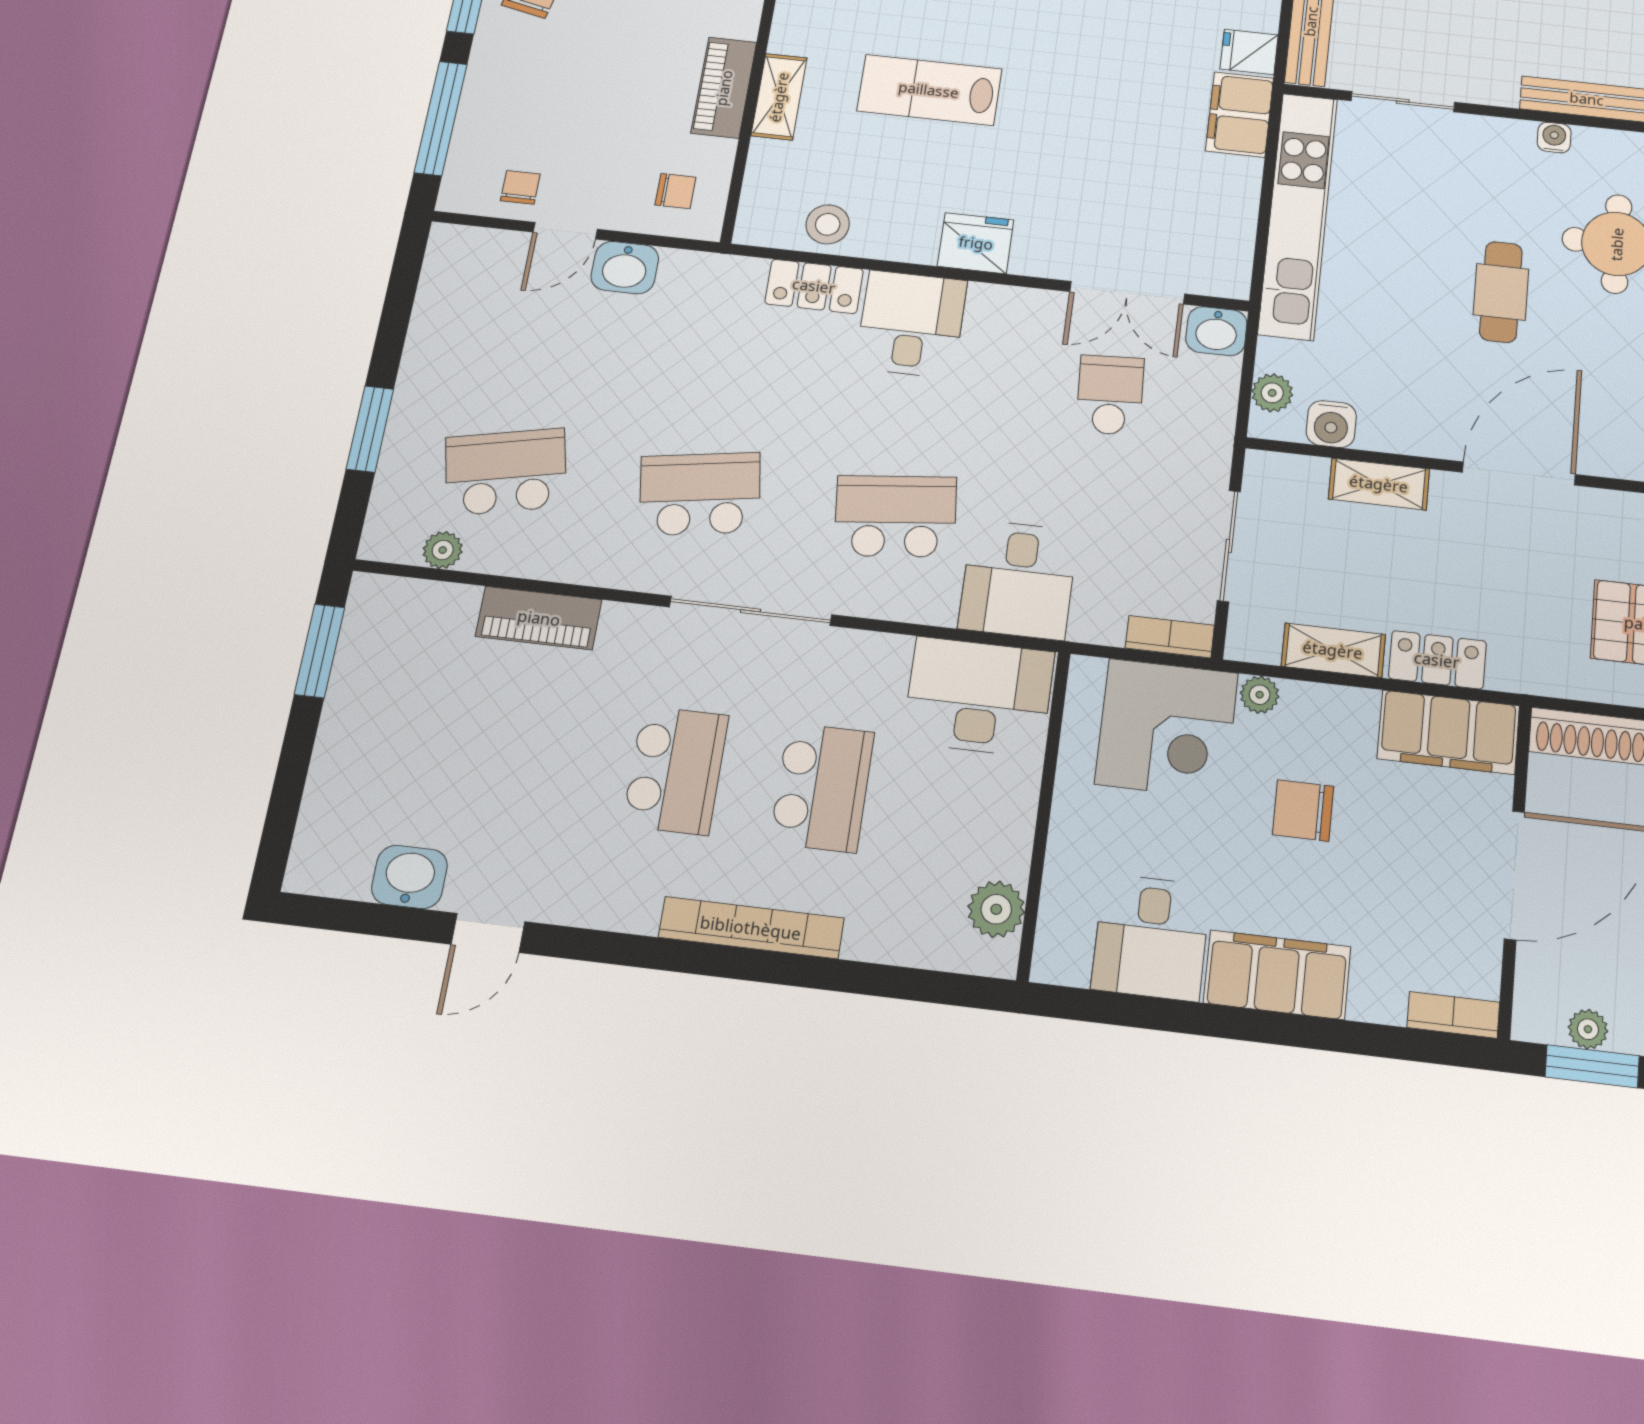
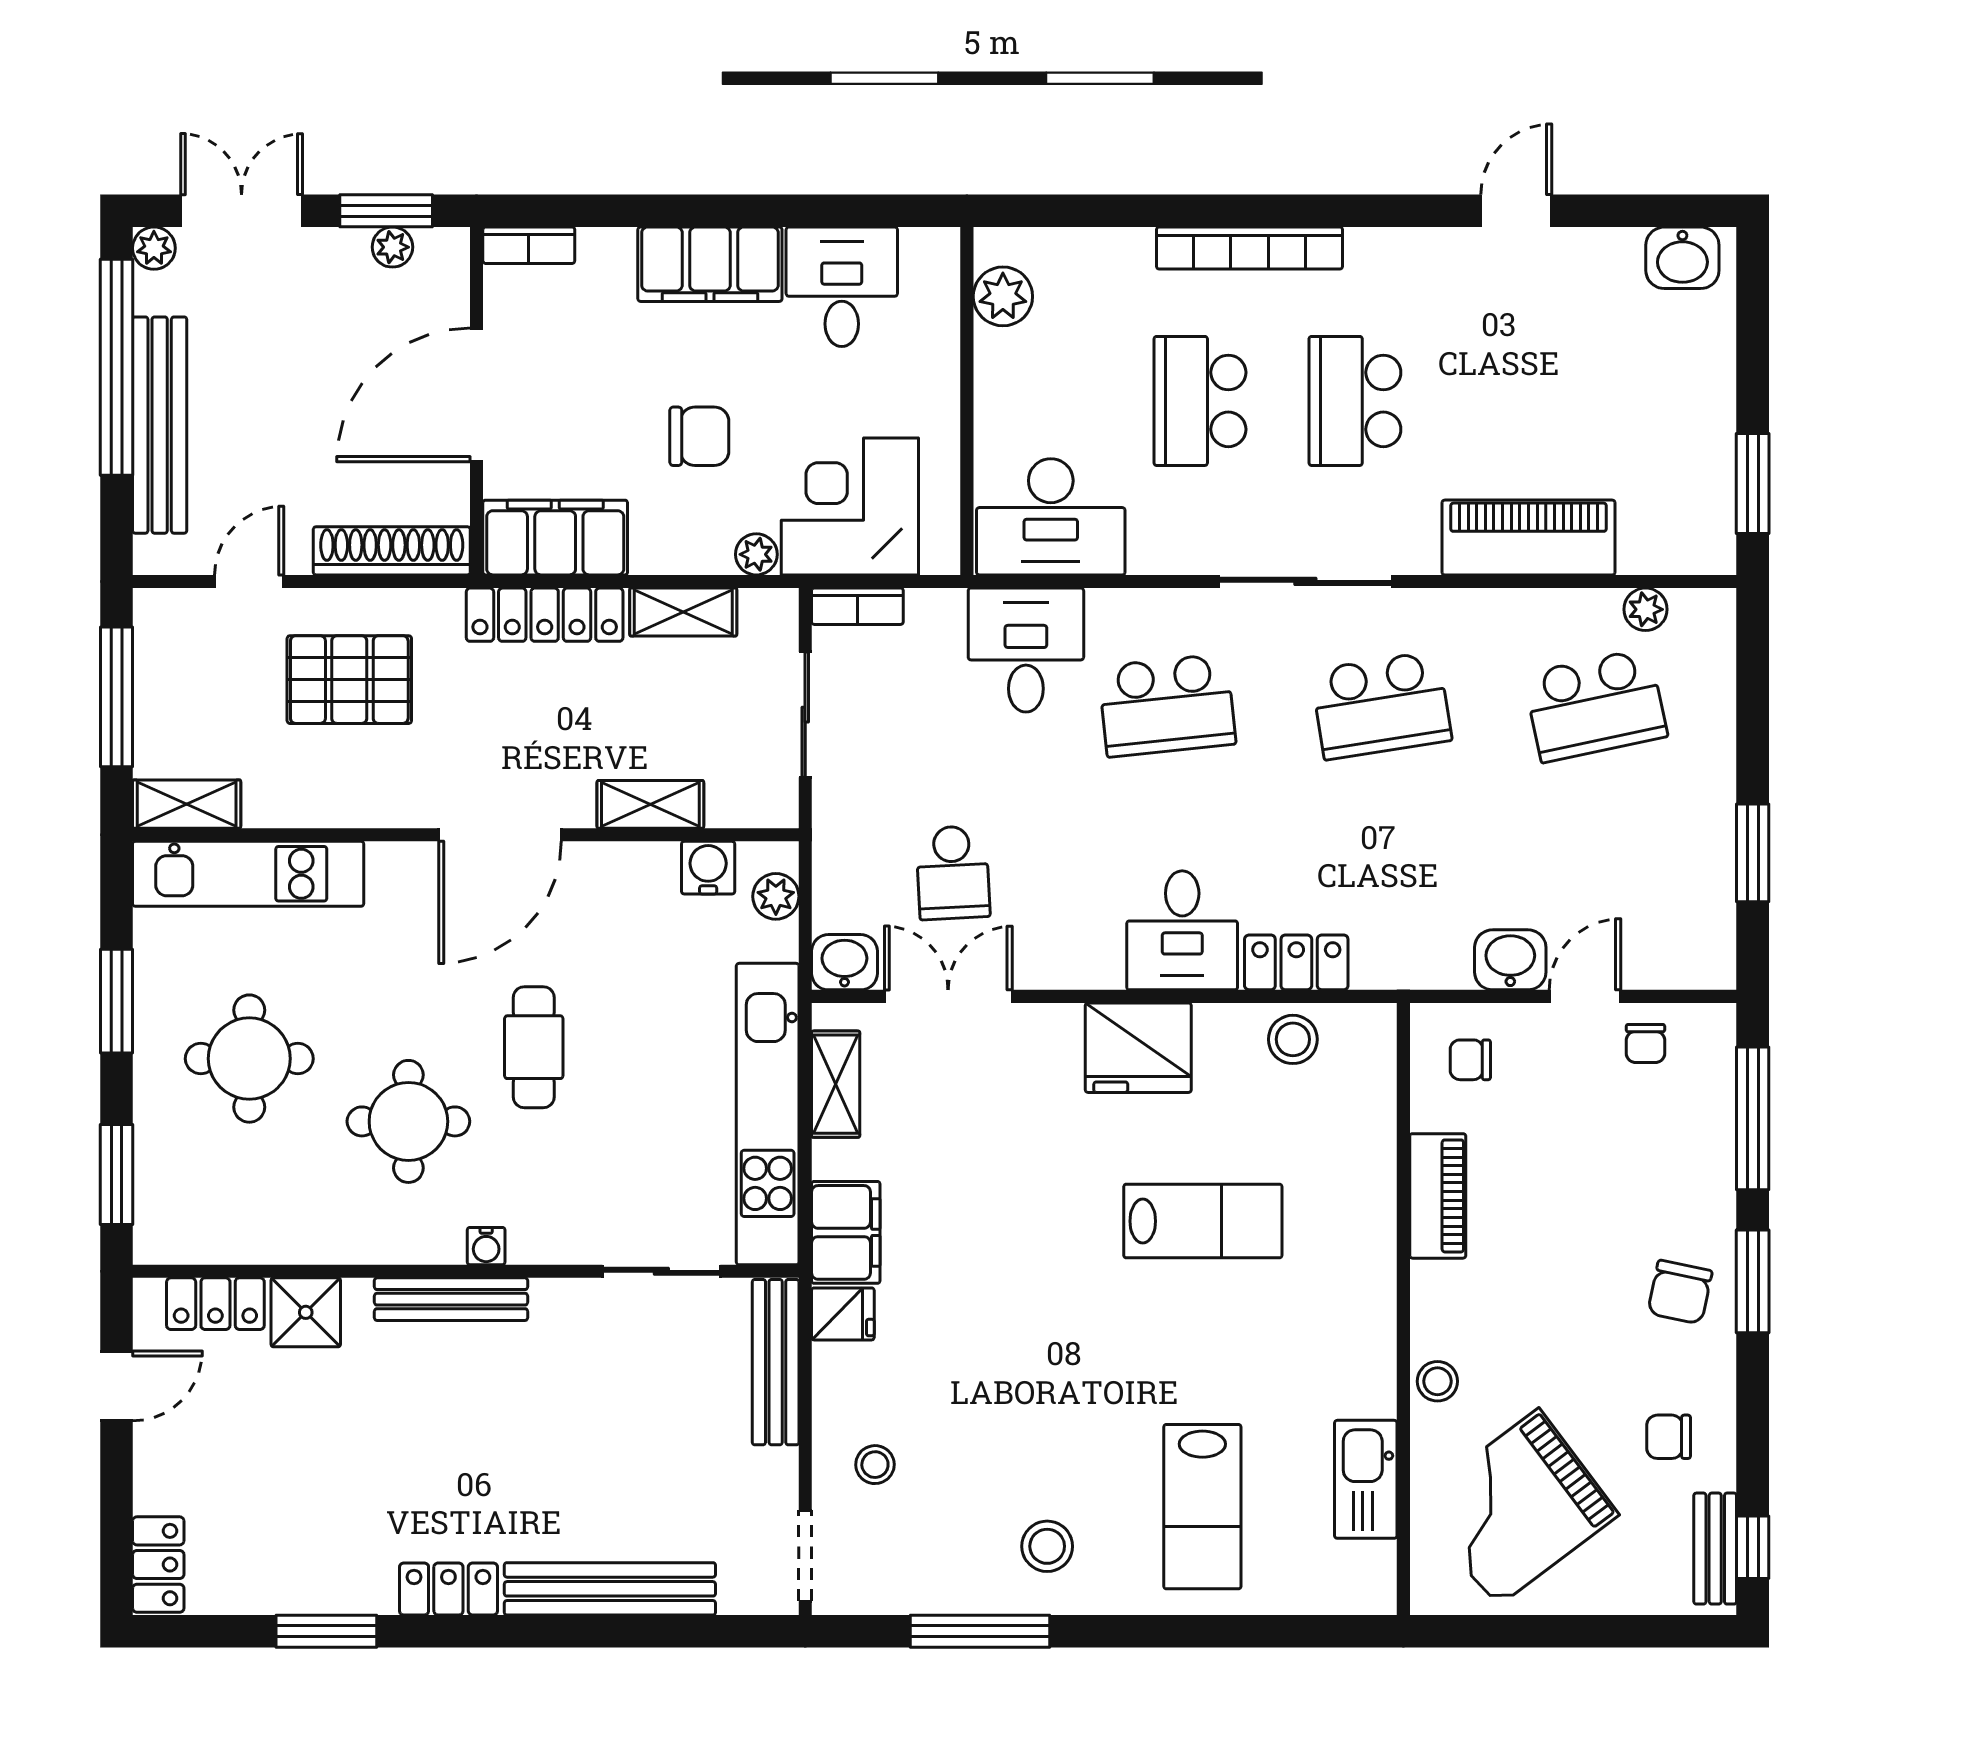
shelving: (779, 97) -> (836, 1084), moved
fridge: (976, 243) -> (1138, 1048), width x1.36, depth x1.34
window: (370, 429) -> (1753, 853), moved
piano: (539, 618) -> (1529, 537), width x1.37, depth x1.33
locker: (1437, 660) -> (545, 615), width x1.53
washbasin: (409, 877) -> (1682, 258), moved

